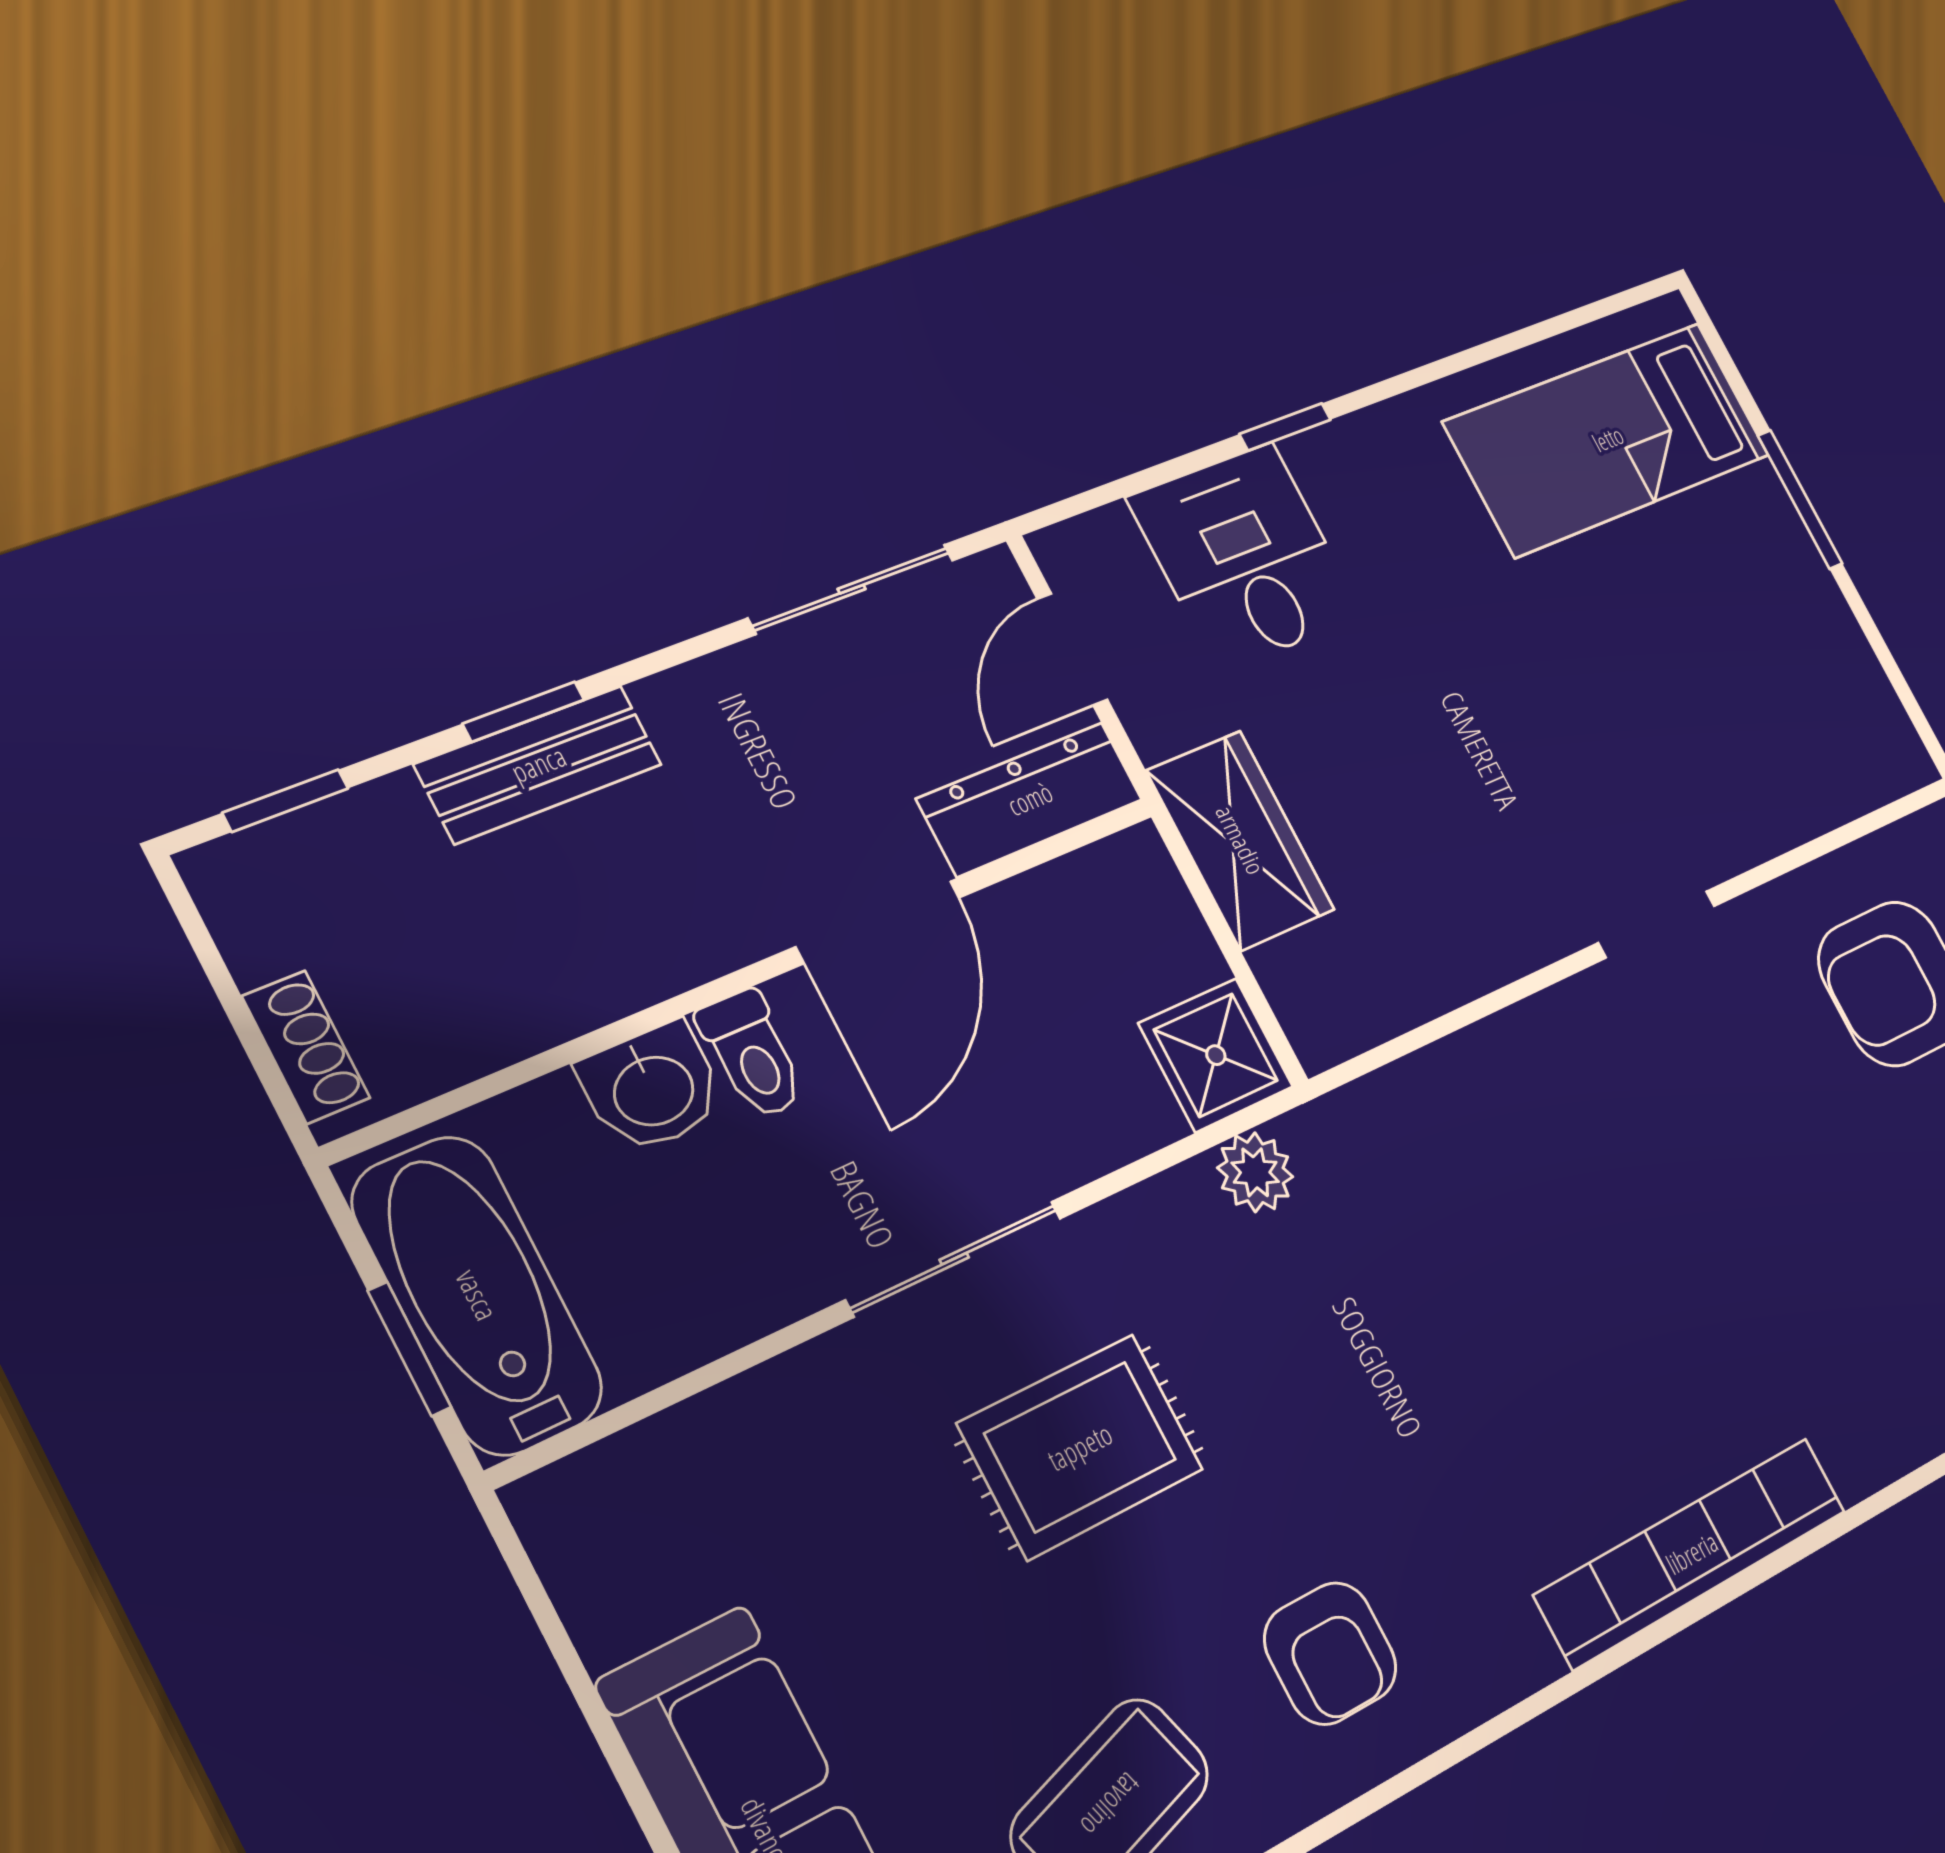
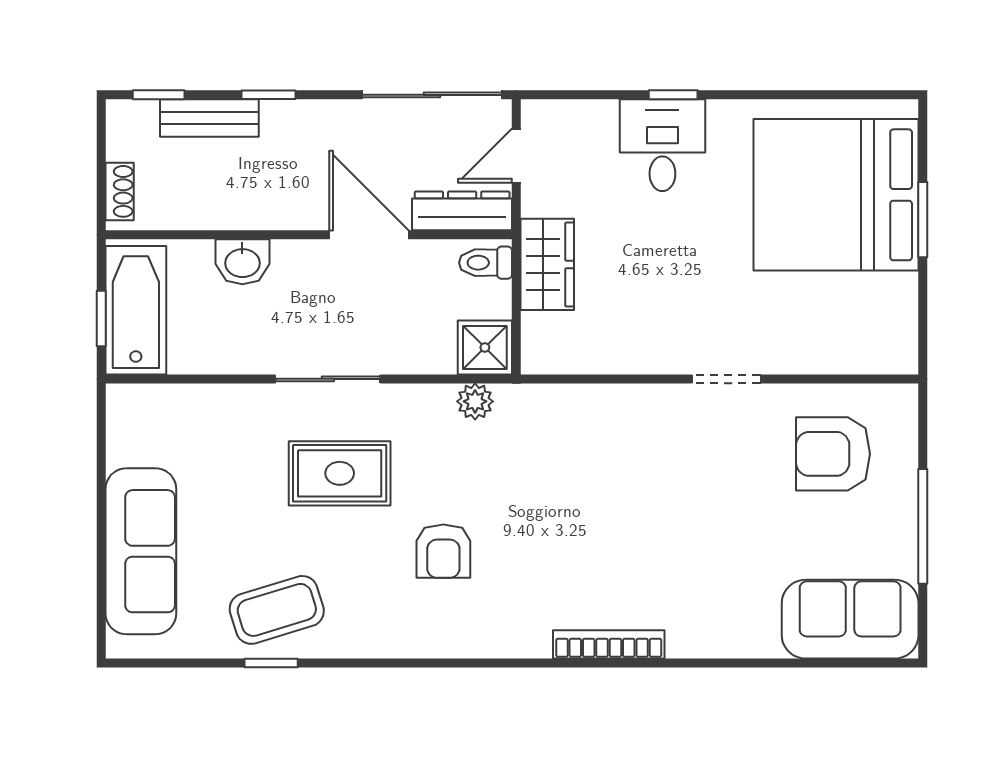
bed: (1608, 439) -> (836, 195), width x2.04
desk: (1246, 557) -> (662, 145), moved
sliding door: (852, 589) -> (432, 95), width x1.37
bench: (539, 764) -> (209, 118), moved
door: (878, 922) -> (369, 235), swing flipped
toilet: (752, 1054) -> (486, 263), moved, turned 90
bookcase: (1692, 1553) -> (609, 644), width x0.68, depth x0.76
armchair: (1330, 1653) -> (443, 551), moved

